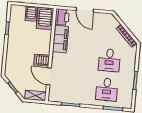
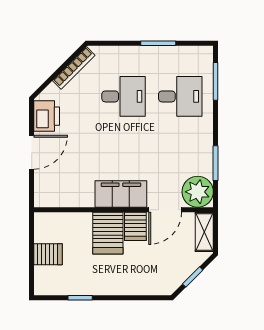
printer: (62, 17) -> (47, 116), moved, turned 90
server rack: (45, 18) -> (108, 233), moved, turned 90
filing cabinet: (60, 39) -> (121, 194), moved
plant: (57, 94) -> (198, 192), added

